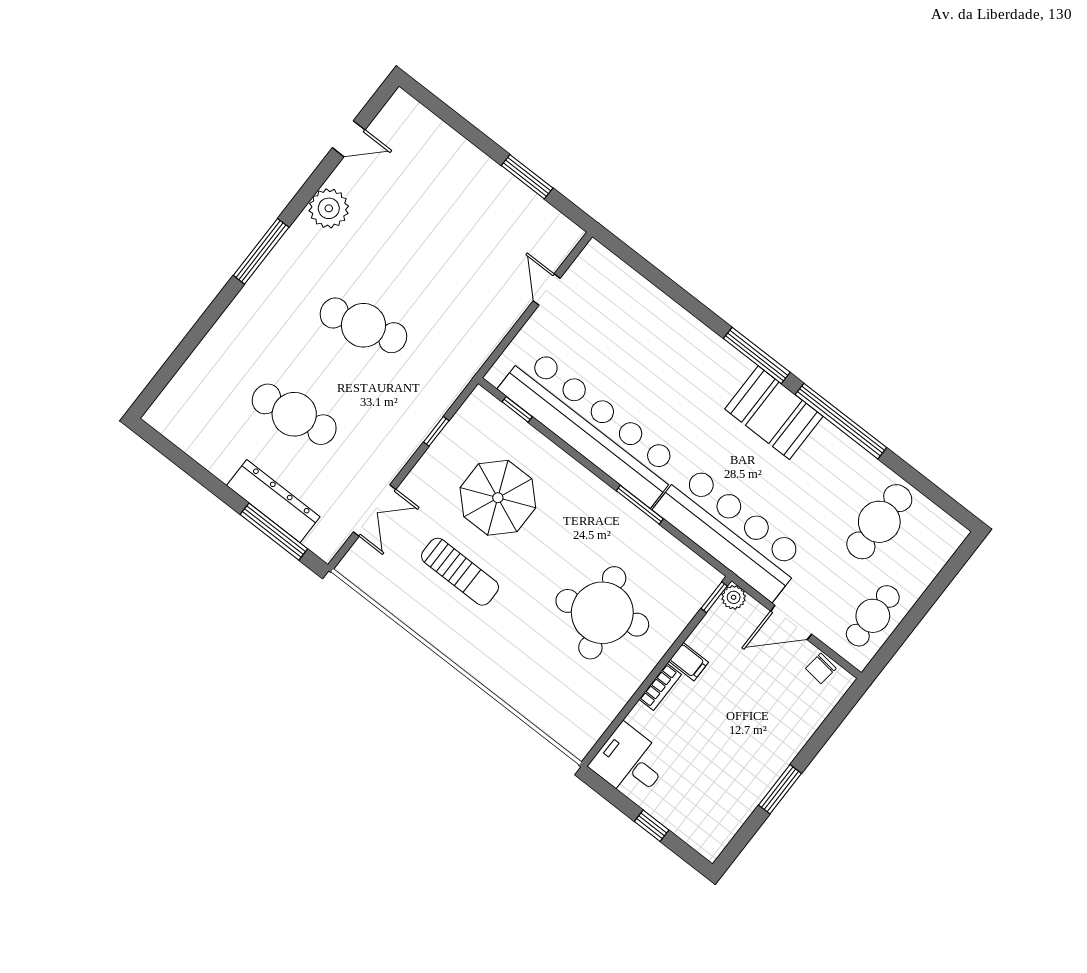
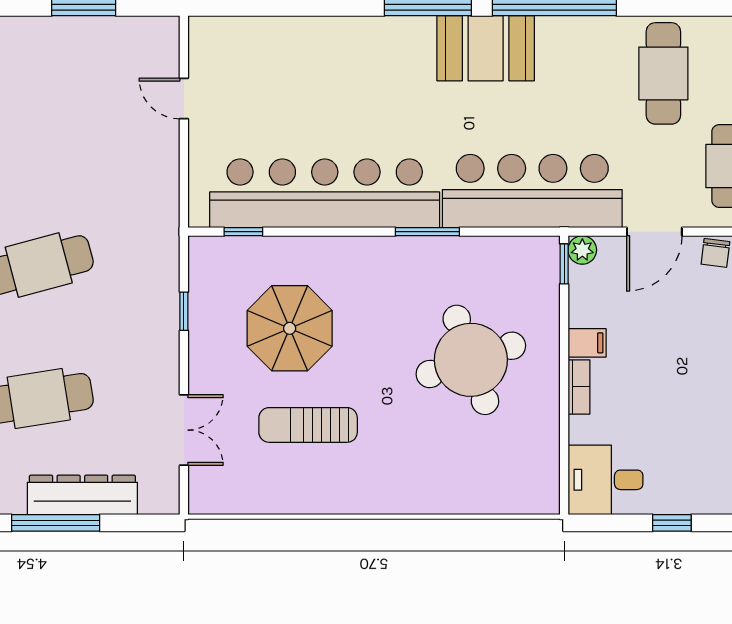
window: (274, 532) -> (56, 523), moved
sun lounger: (460, 572) -> (308, 425), turned 180

